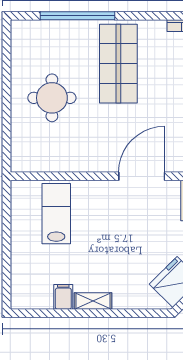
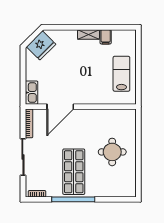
window: (78, 16) -> (73, 199), moved
lab bench: (56, 214) -> (121, 74), moved, turned 180

